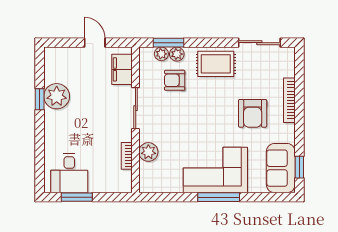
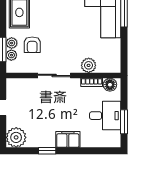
filing cabinet: (122, 69) -> (68, 139), moved, turned 180
plant: (57, 96) -> (16, 137), moved
desk: (69, 173) -> (105, 116), moved
floor lamp: (124, 179) -> (110, 85), added

